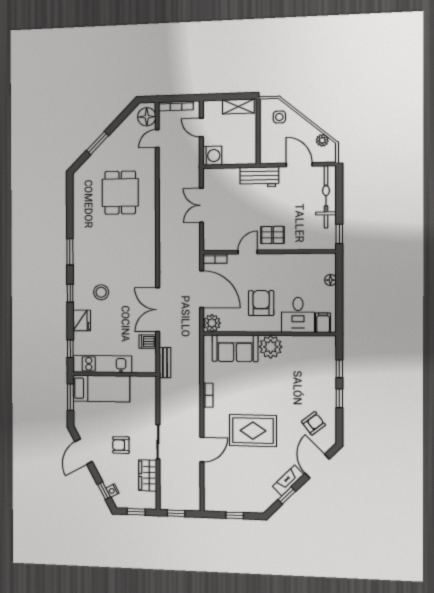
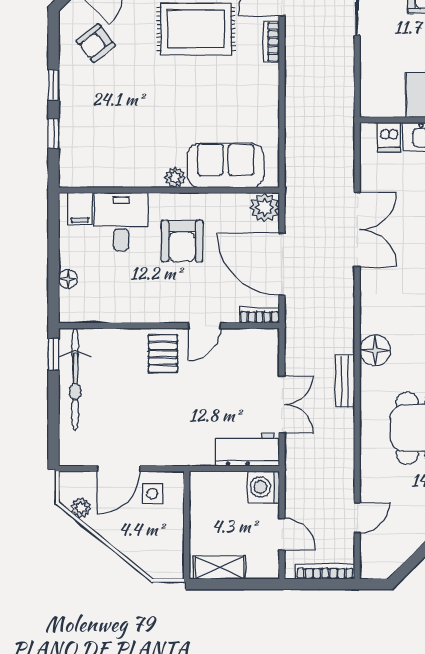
floor lamp: (147, 117) -> (375, 350), moved
side table: (279, 117) -> (152, 494), moved
door: (299, 165) -> (119, 469), hinge flipped
workbench: (259, 177) -> (247, 450), moved
bicycle: (326, 197) -> (75, 379), moved
pallet: (273, 235) -> (163, 354), turned 90
dishwasher: (148, 342) -> (389, 137), moved, turned 90
plant: (271, 347) -> (175, 177), width x0.53, depth x0.53
bench: (165, 363) -> (345, 381), moved
bookcase: (208, 395) -> (271, 42), moved

